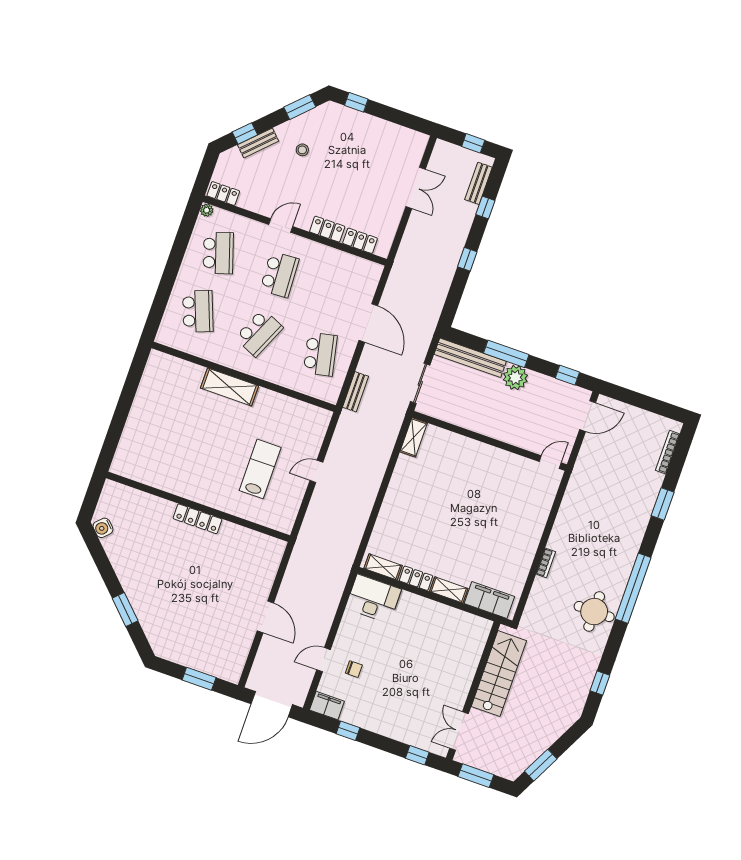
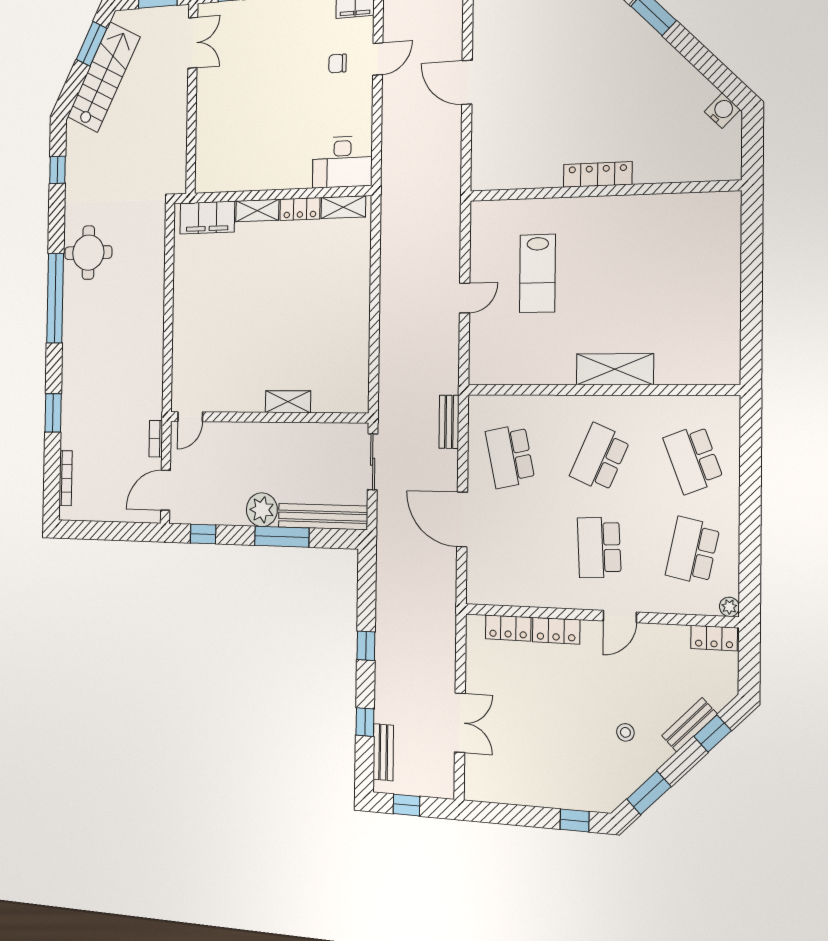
double door: (416, 188) -> (460, 723), swing flipped
school desk: (218, 253) -> (693, 551), turned 30
shelving: (414, 437) -> (288, 402), moved, turned 90
bookcase: (546, 563) -> (156, 439), moved
stairs: (499, 674) -> (104, 77), moved, turned -153

